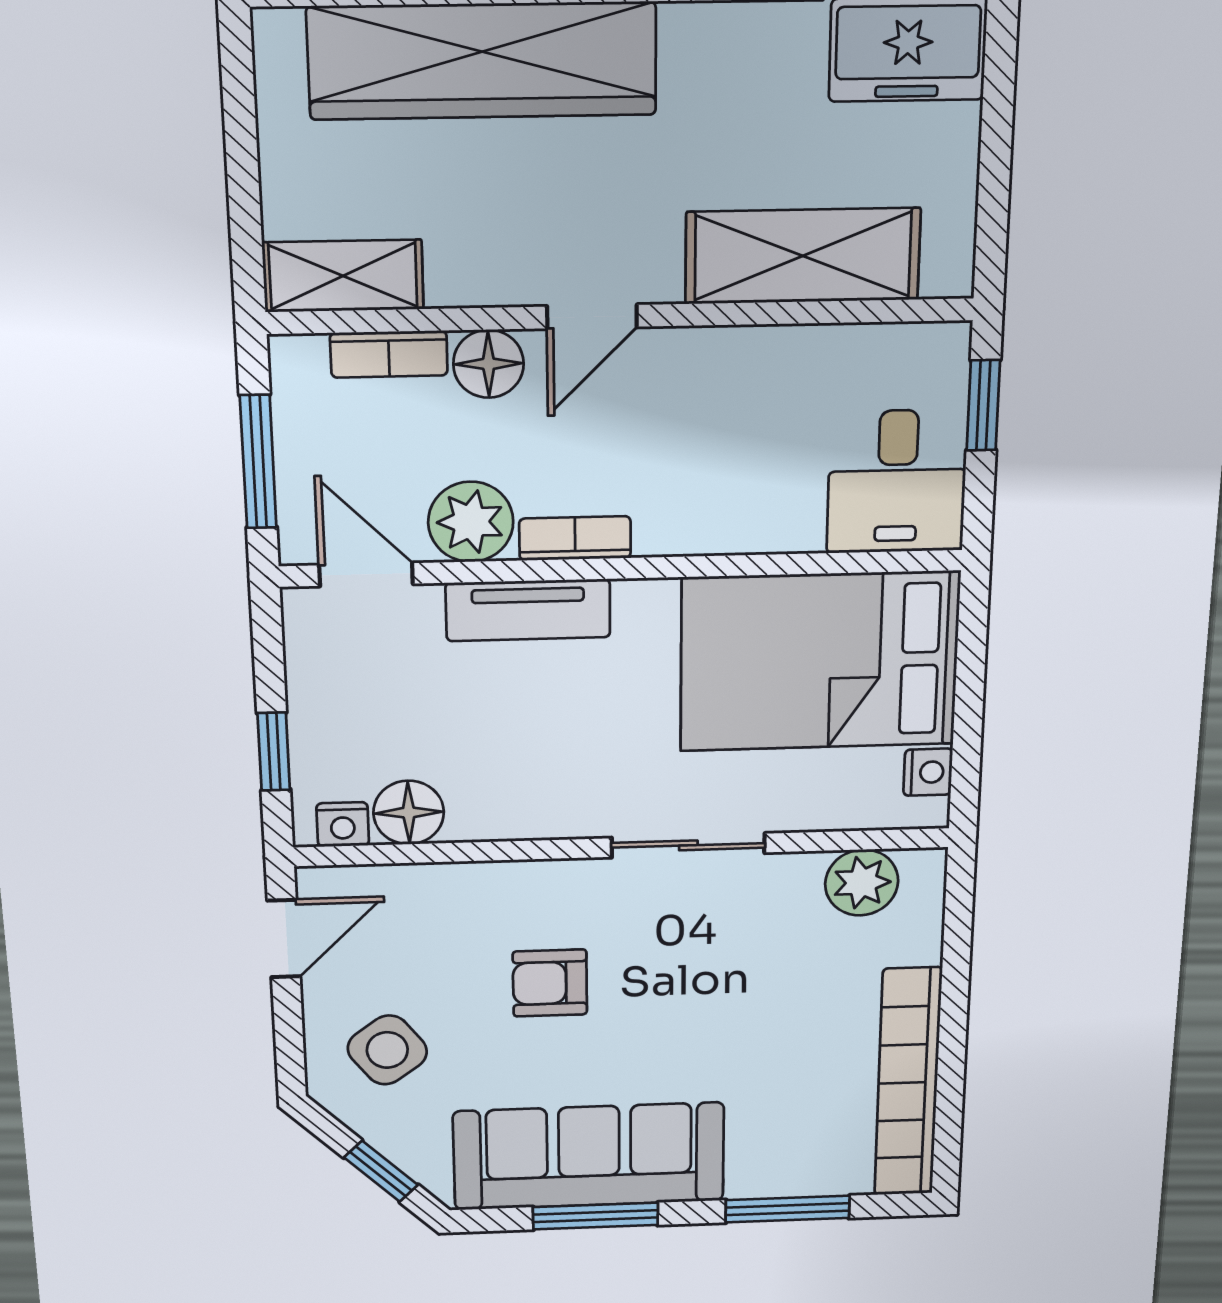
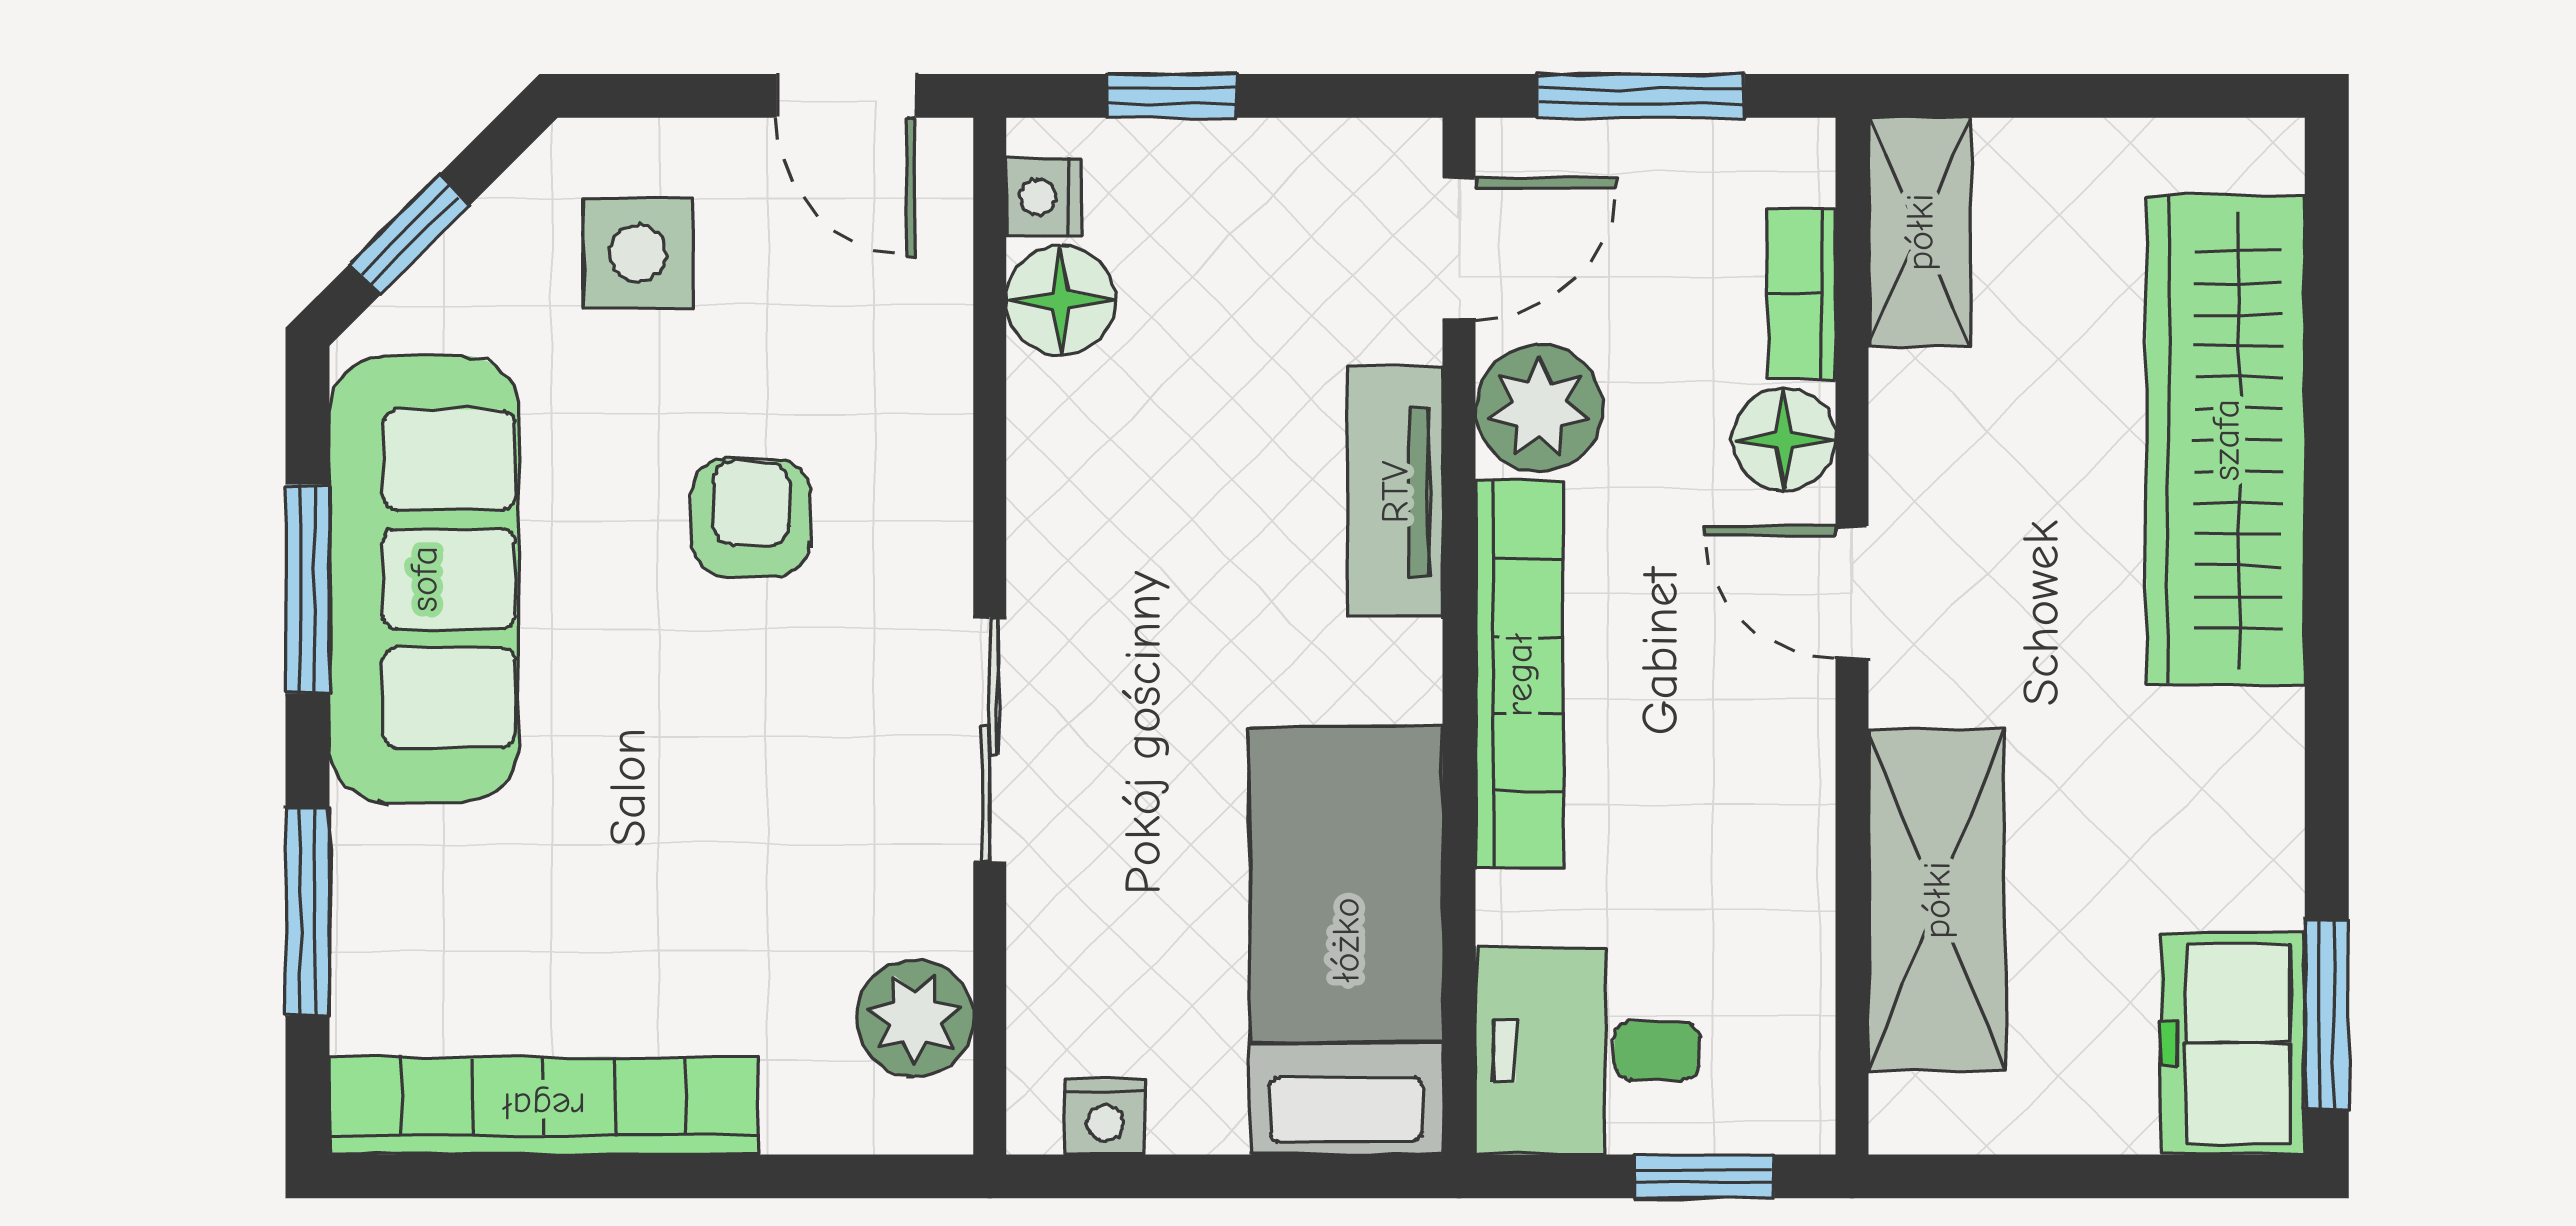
bookcase: (575, 538) -> (1519, 675), width x2.31, depth x1.31
bed: (819, 661) -> (1346, 940), width x0.67
side table: (387, 1050) -> (638, 253), turned 37

